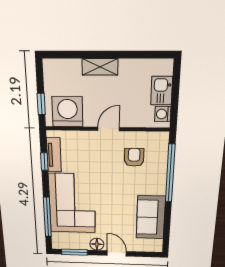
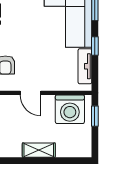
door: (109, 129) -> (30, 93), hinge flipped
window: (44, 162) -> (95, 46), moved

